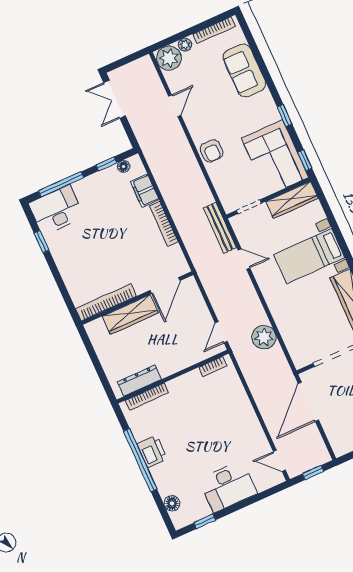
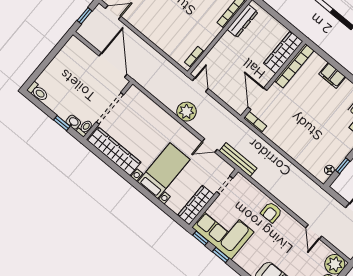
window: (285, 116) -> (221, 255), moved
armchair: (212, 151) -> (271, 212), turned -90
filing cabinet: (145, 191) -> (332, 75), moved, turned 180
bookcase: (164, 224) -> (255, 122), moved, width x0.64
wardrobe: (130, 314) -> (283, 52), moved
plant: (264, 337) -> (186, 112), moved

